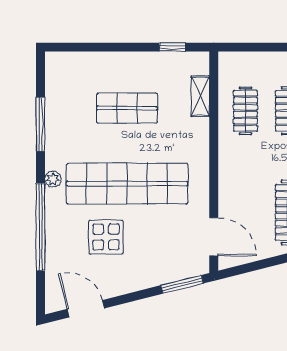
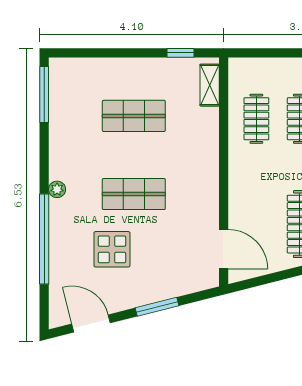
shelving: (200, 96) -> (210, 85), moved
window: (40, 124) -> (44, 95), moved
shop shelf: (127, 184) -> (134, 194), width x0.50, depth x0.74
window: (182, 284) -> (157, 307), moved

